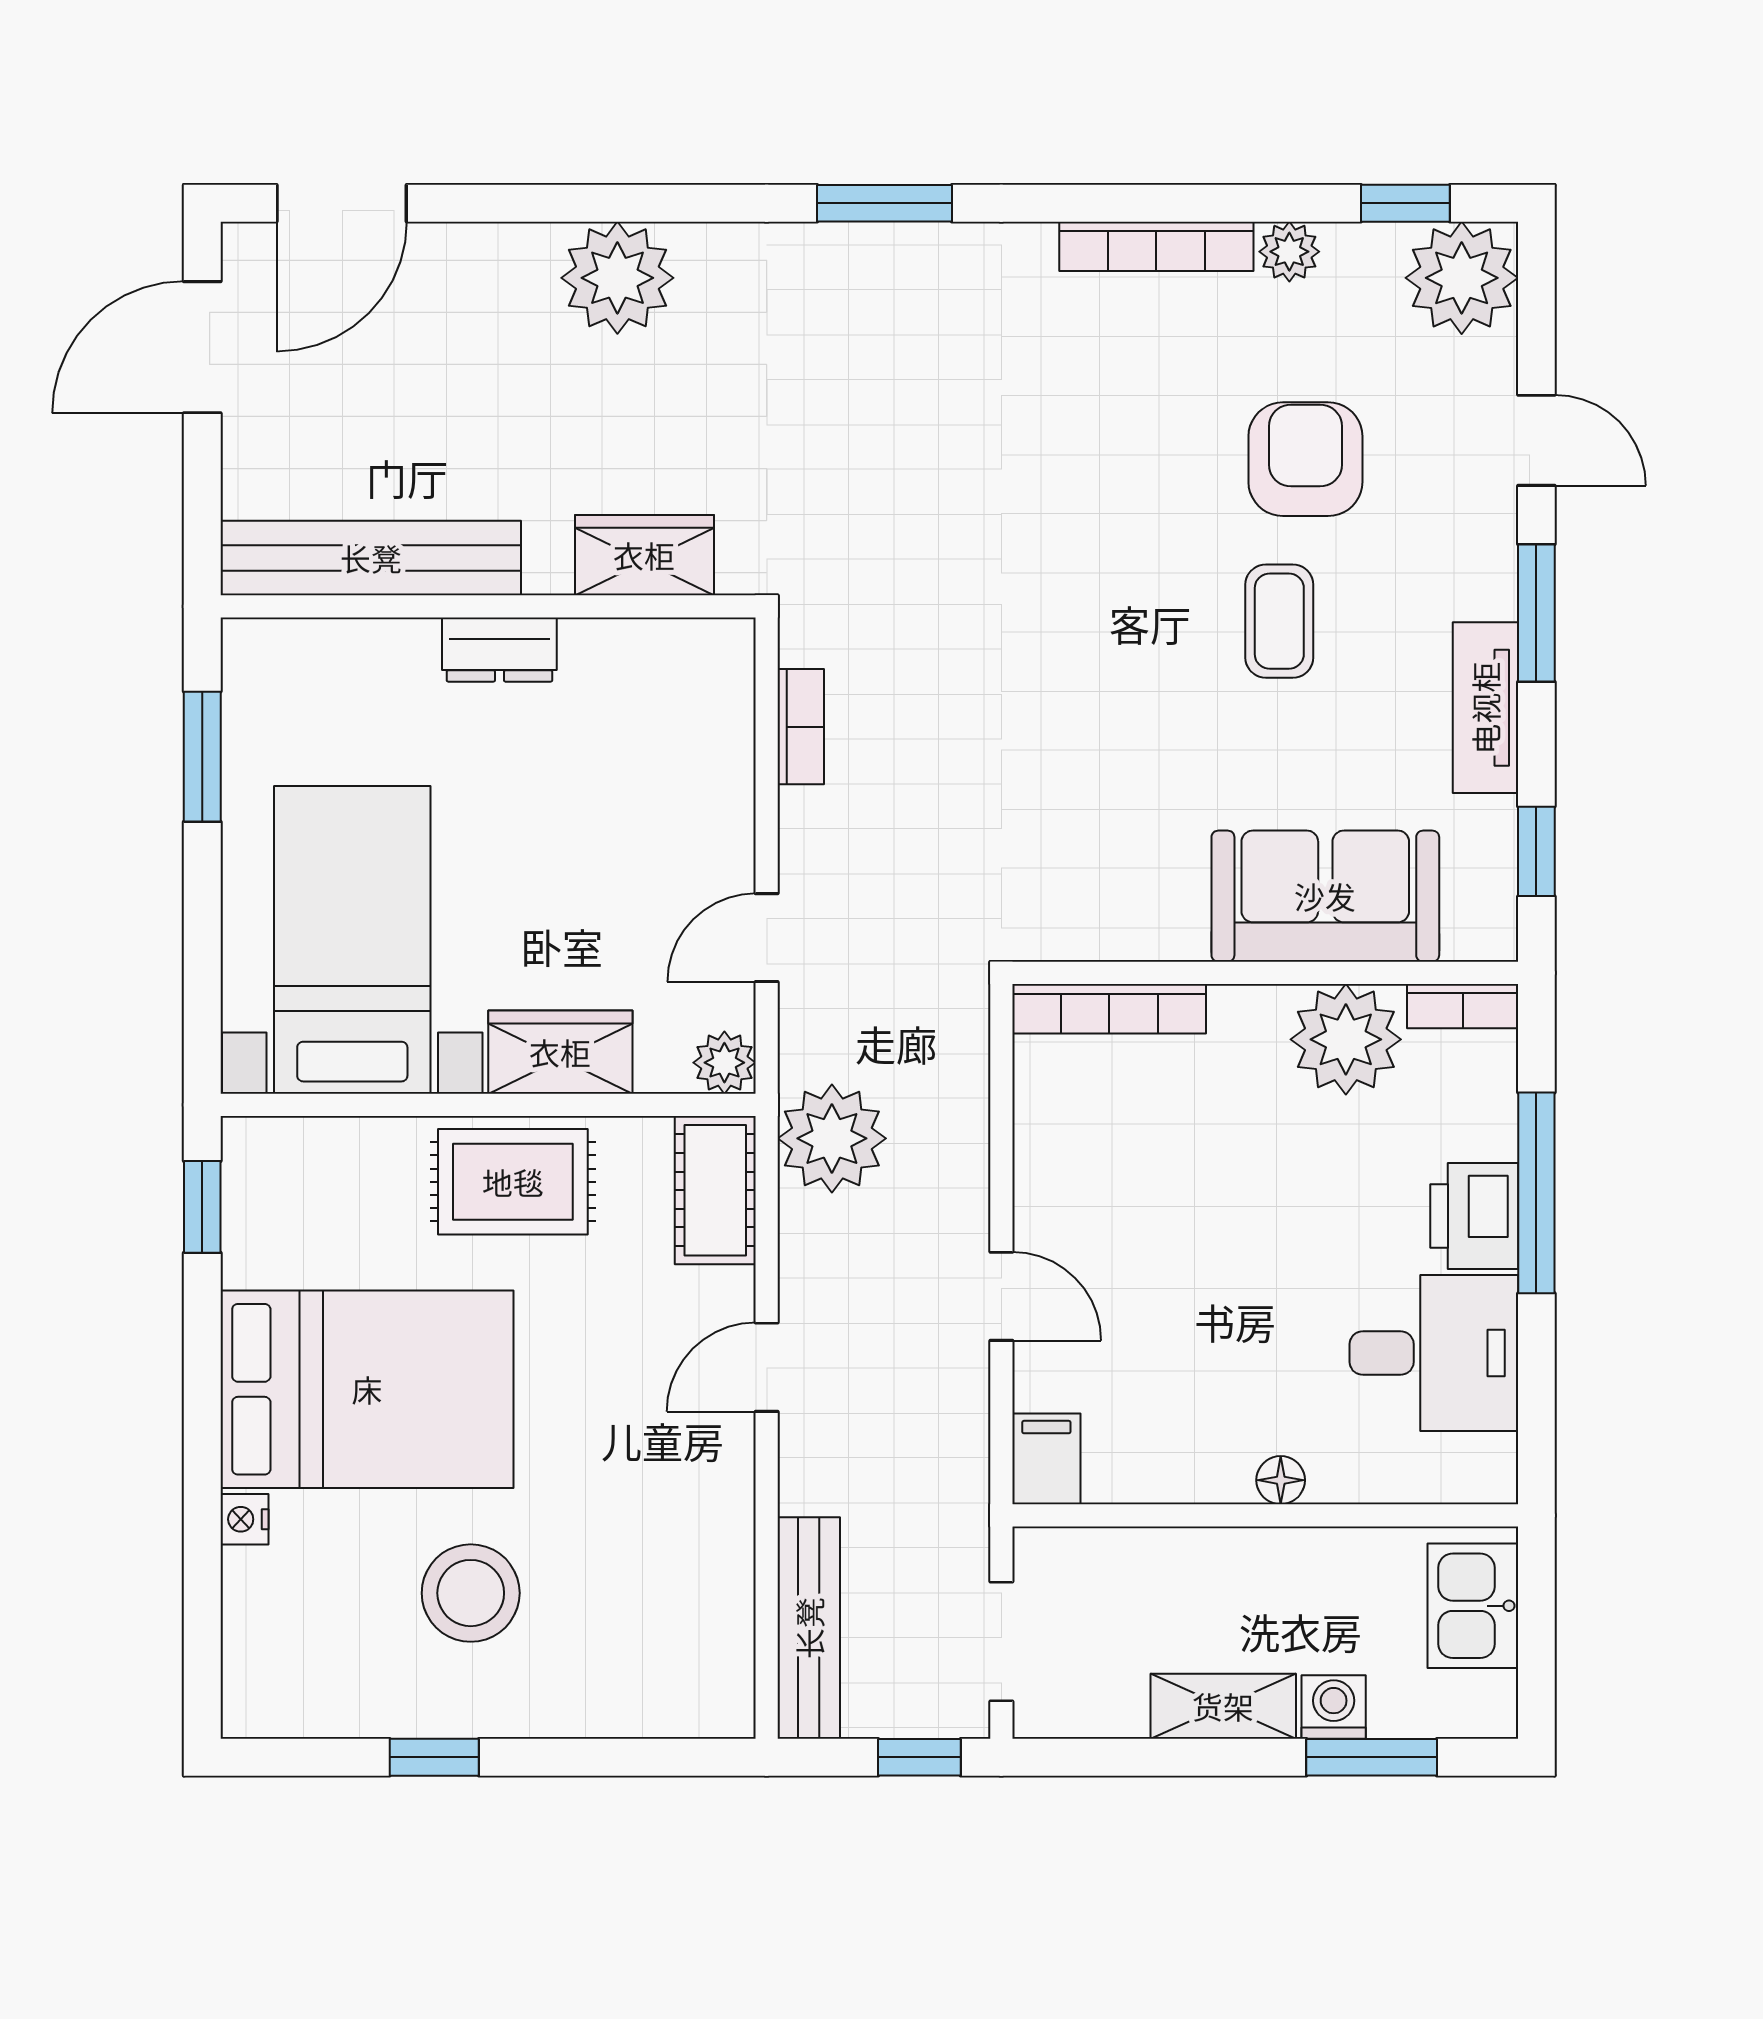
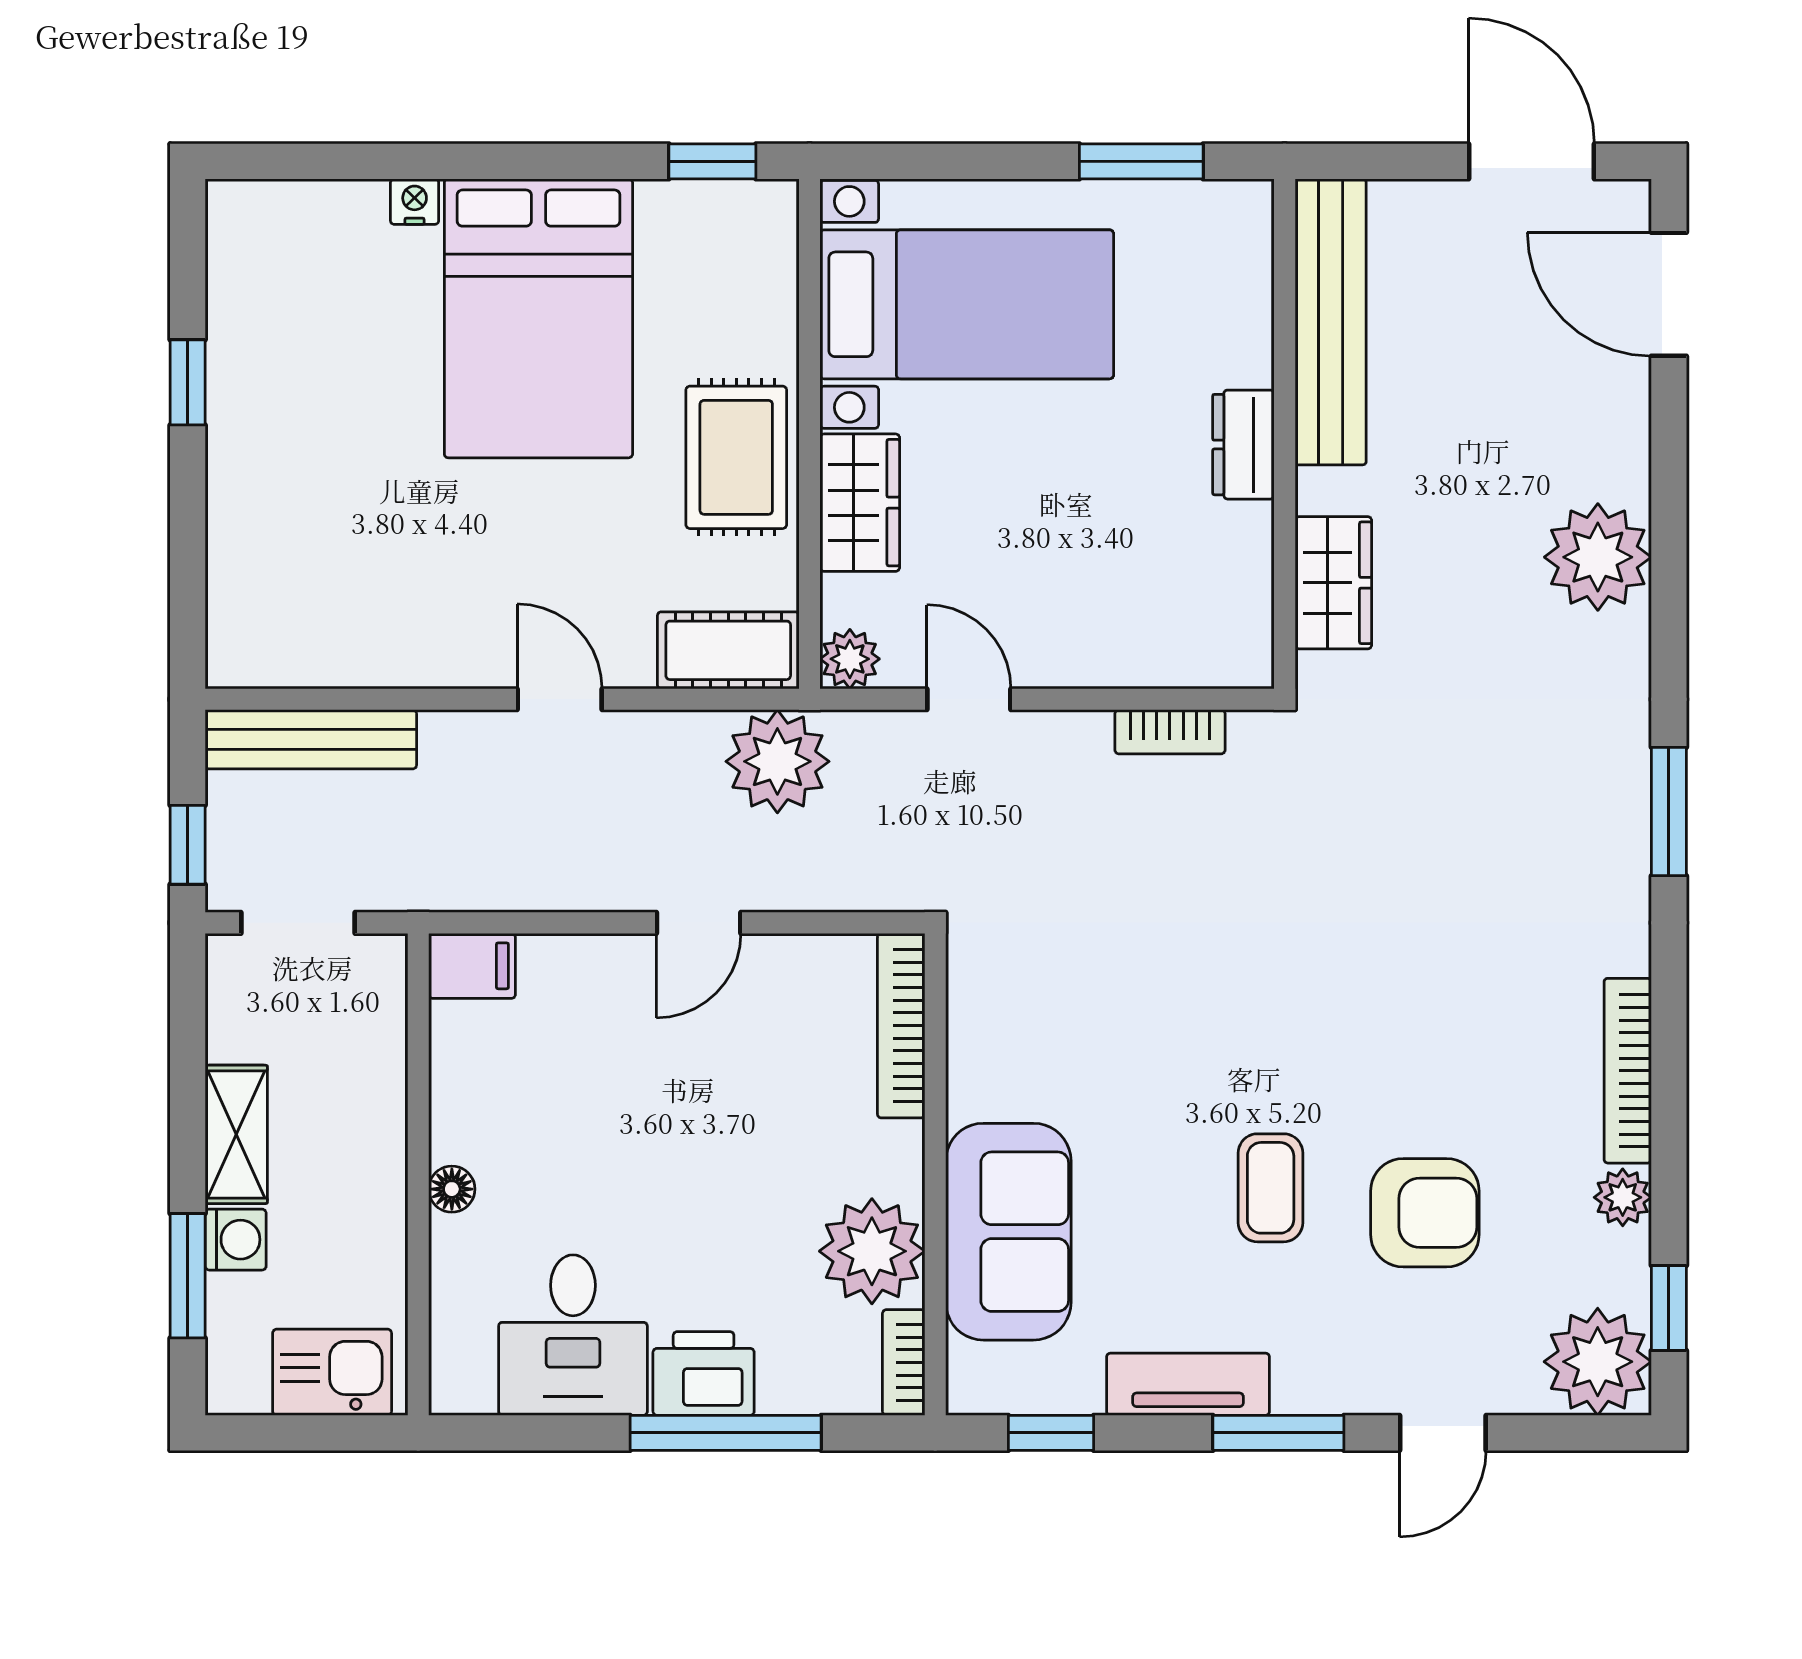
coffee table: (1279, 621) -> (1271, 1188), turned 90
door: (1001, 1296) -> (699, 923), moved
stool: (471, 1593) -> (344, 417), removed

